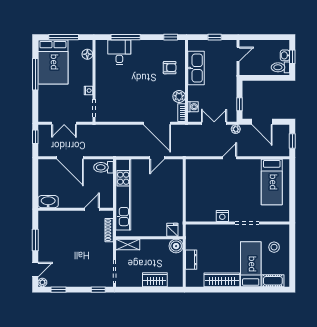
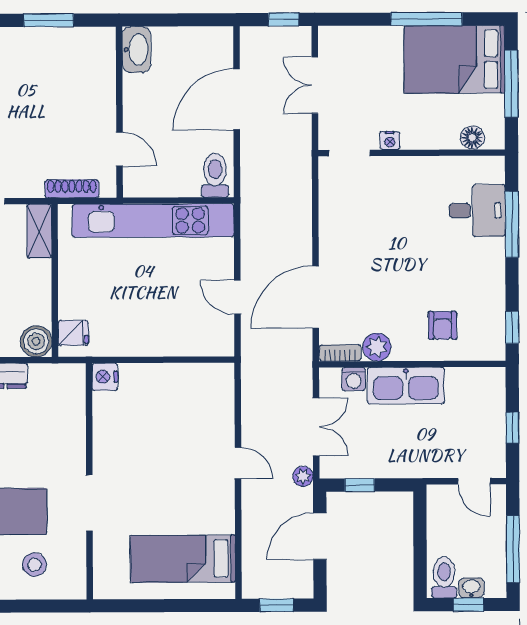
window: (268, 37) -> (513, 549), added
kitchen sink: (196, 68) -> (406, 386), moved
nightstand: (222, 216) -> (105, 377), moved

